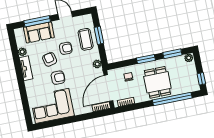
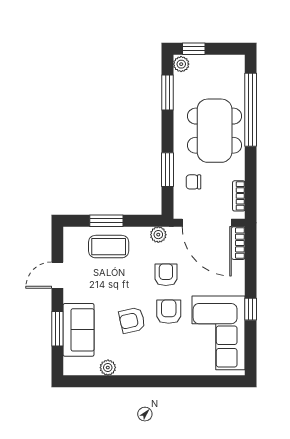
window: (37, 21) -> (57, 329), width x0.69
armchair: (66, 48) -> (166, 275), moved
window: (146, 59) -> (168, 170), moved
tv unit: (26, 68) -> (139, 367), removed
window: (201, 79) -> (194, 49), moved
dining table: (157, 82) -> (215, 131), width x1.38
window: (68, 120) -> (251, 309), added

